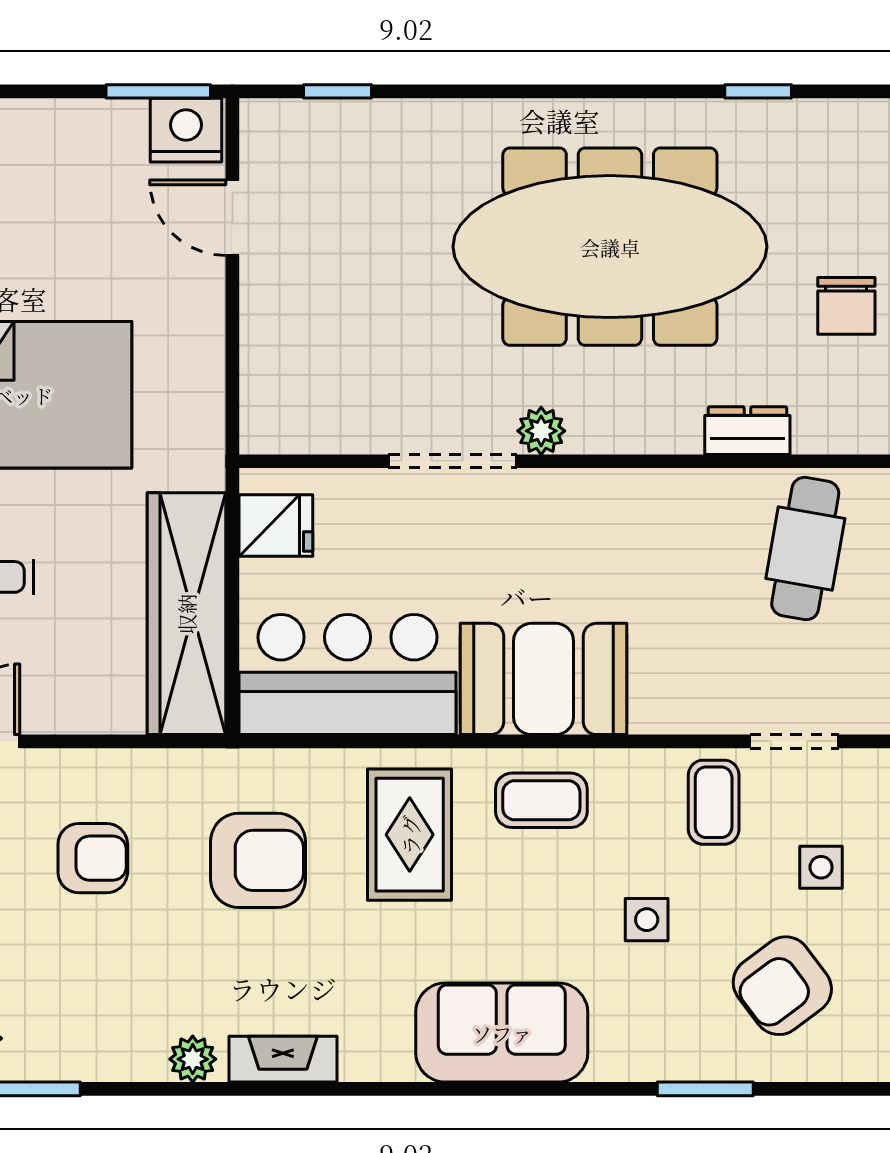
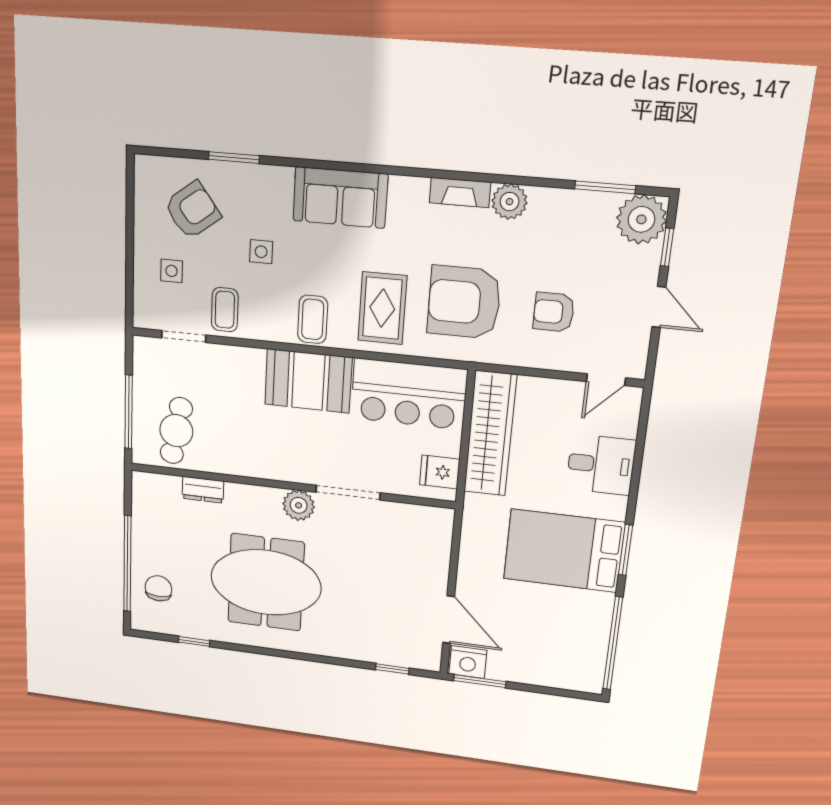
door: (232, 218) -> (449, 620), width x1.38
meeting table: (610, 247) -> (266, 582), width x0.73
chair: (846, 306) -> (158, 588), moved
plant: (541, 431) -> (299, 505), width x1.38, depth x1.38
coffee table: (541, 800) -> (313, 319), turned 90
armchair: (258, 860) -> (464, 302), width x1.36, depth x1.36
plant: (193, 1059) -> (509, 202), width x1.38, depth x1.38

